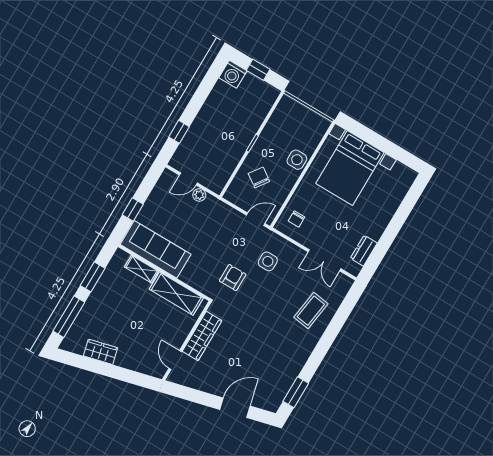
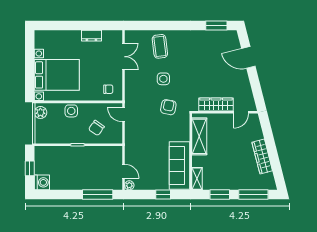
plant: (317, 122) -> (40, 112), added
window: (179, 132) -> (98, 195), width x2.17
plant: (199, 195) -> (129, 185), moved
dresser: (364, 251) -> (91, 36), moved
side table: (268, 261) -> (163, 79), moved
shelving: (141, 269) -> (197, 179), moved
armchair: (233, 278) -> (168, 107), turned 101
coffee table: (311, 311) -> (160, 46), turned 75
wardrobe: (100, 352) -> (262, 157), width x1.50

